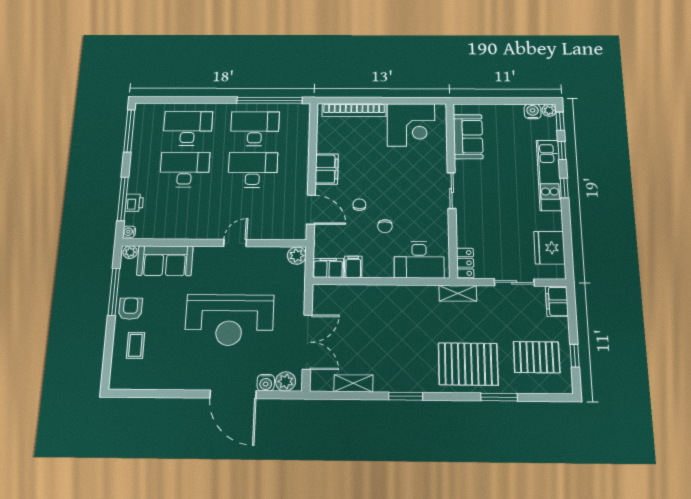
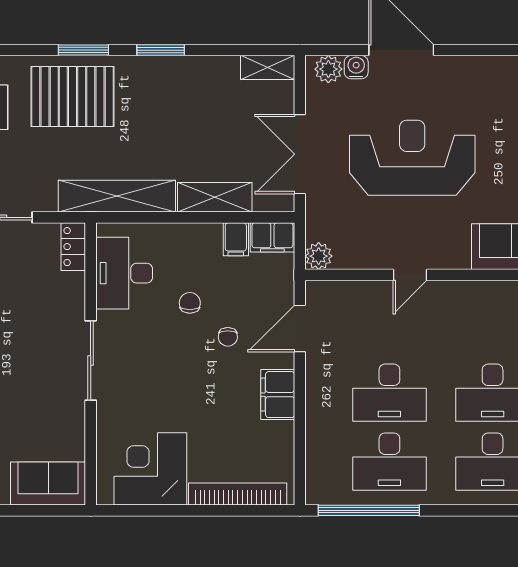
sofa: (468, 137) -> (48, 484), moved, turned 90
sliding door: (452, 191) -> (91, 361), width x1.37
door: (311, 210) -> (300, 329), hinge flipped
desk: (419, 260) -> (124, 273), moved, turned -90
shelving: (458, 293) -> (117, 196), width x2.20, depth x1.33
shelving: (368, 295) -> (215, 197), added
double door: (307, 342) -> (300, 154), moved
shelving: (353, 383) -> (268, 67), moved
window: (499, 397) -> (83, 50), moved

